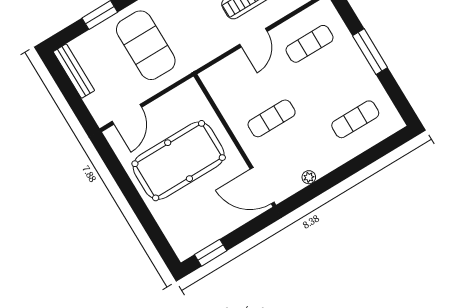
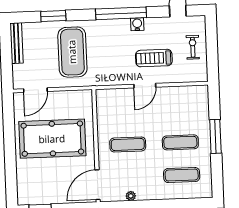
exercise mat: (310, 44) -> (180, 142), moved
door: (262, 186) -> (98, 185), hinge flipped

